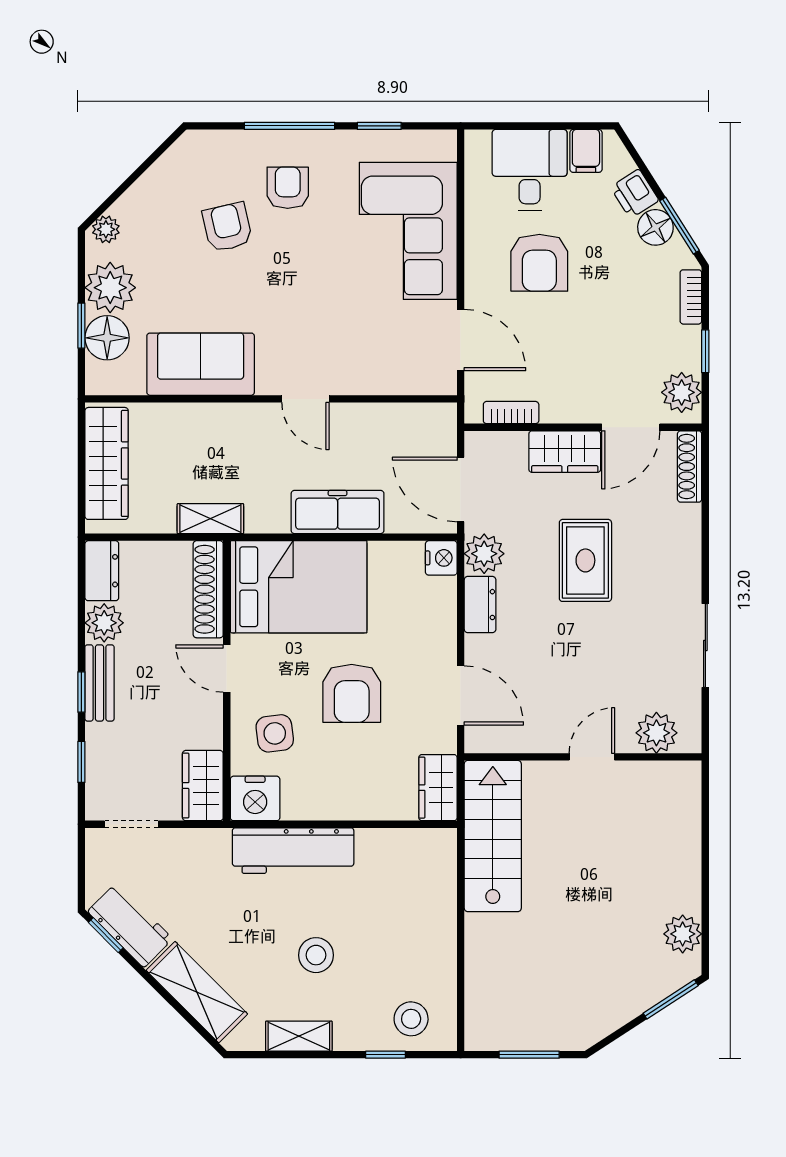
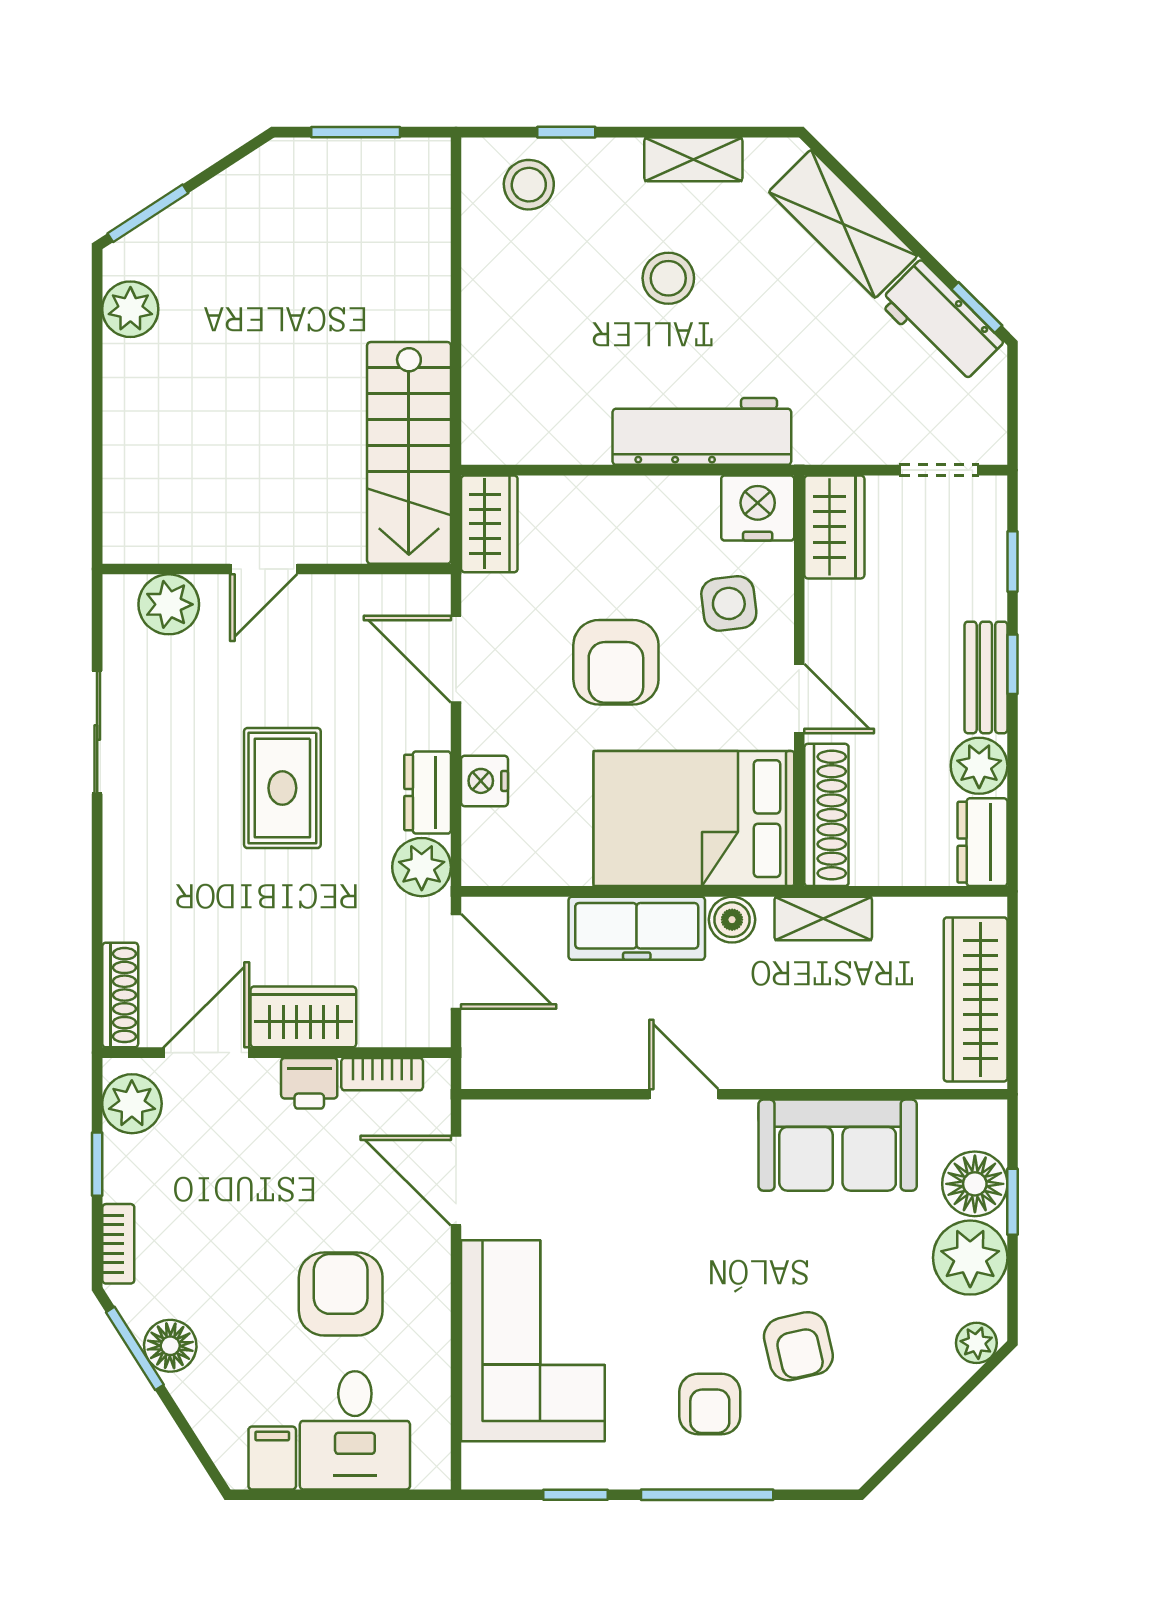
printer: (635, 194) -> (309, 1083), moved, turned 122
boiler: (273, 518) -> (732, 920), added
nightstand: (441, 558) -> (484, 781), moved
rug: (585, 560) -> (282, 788), moved
armchair: (352, 693) -> (616, 662), turned 180

